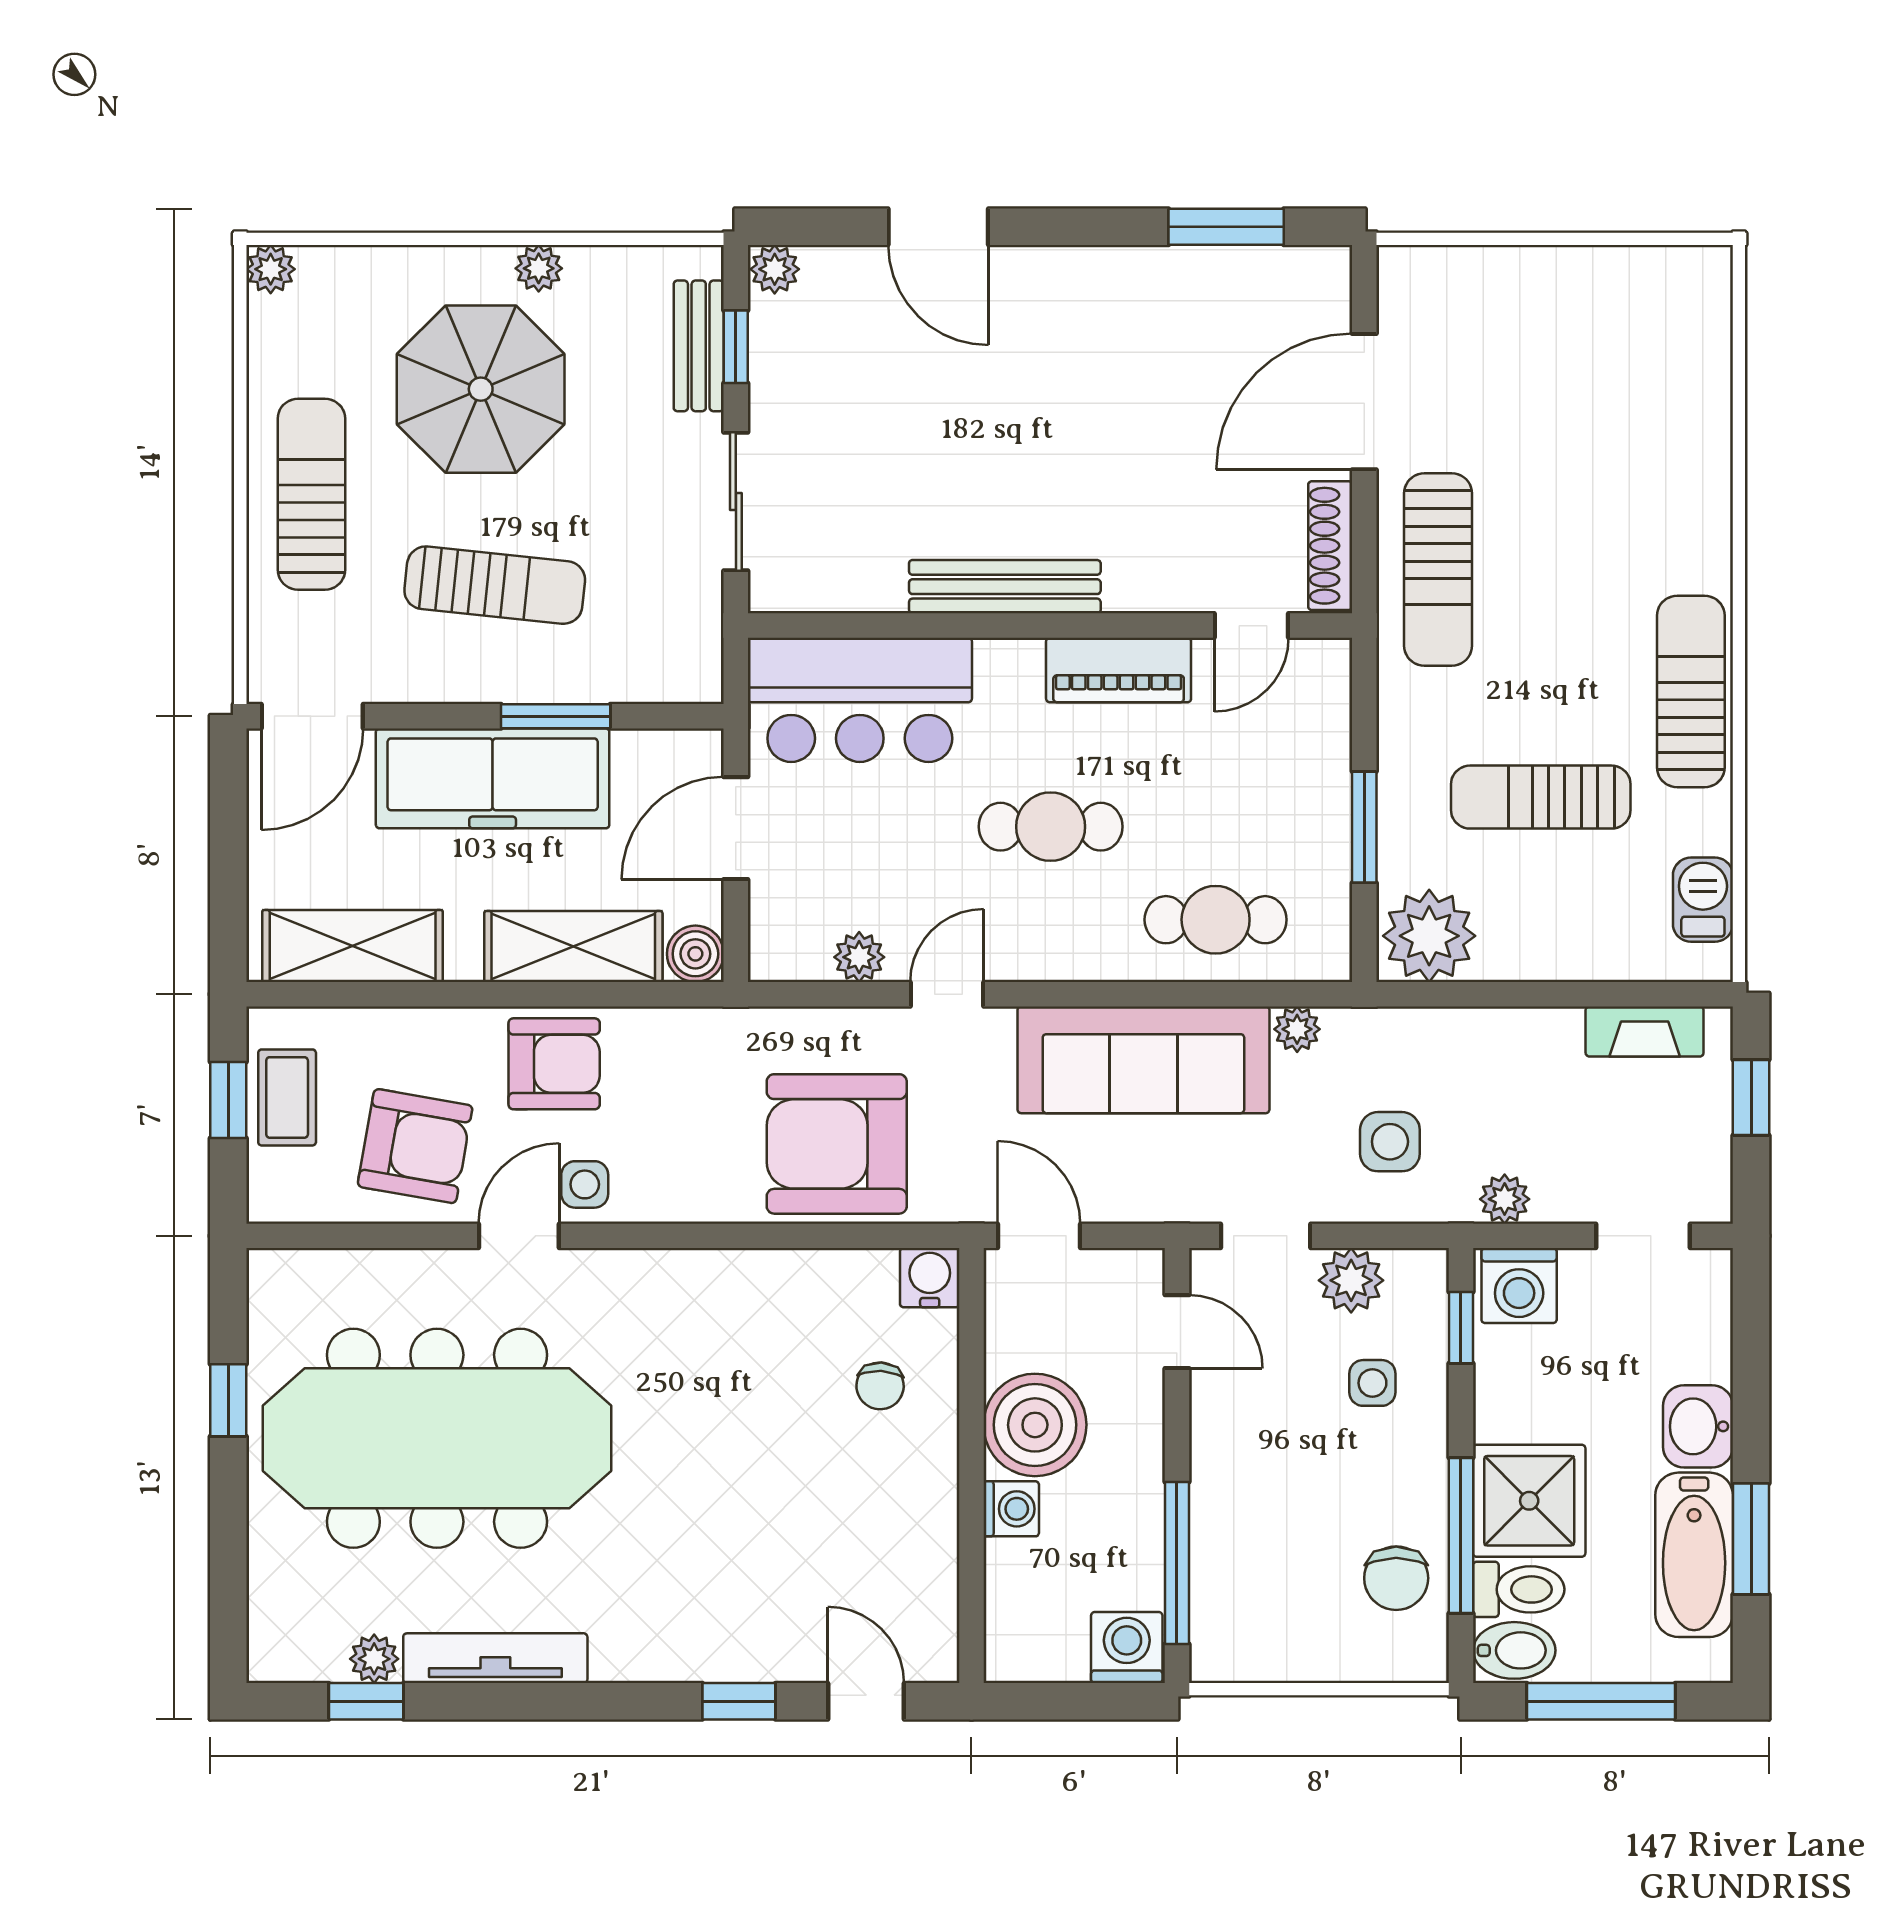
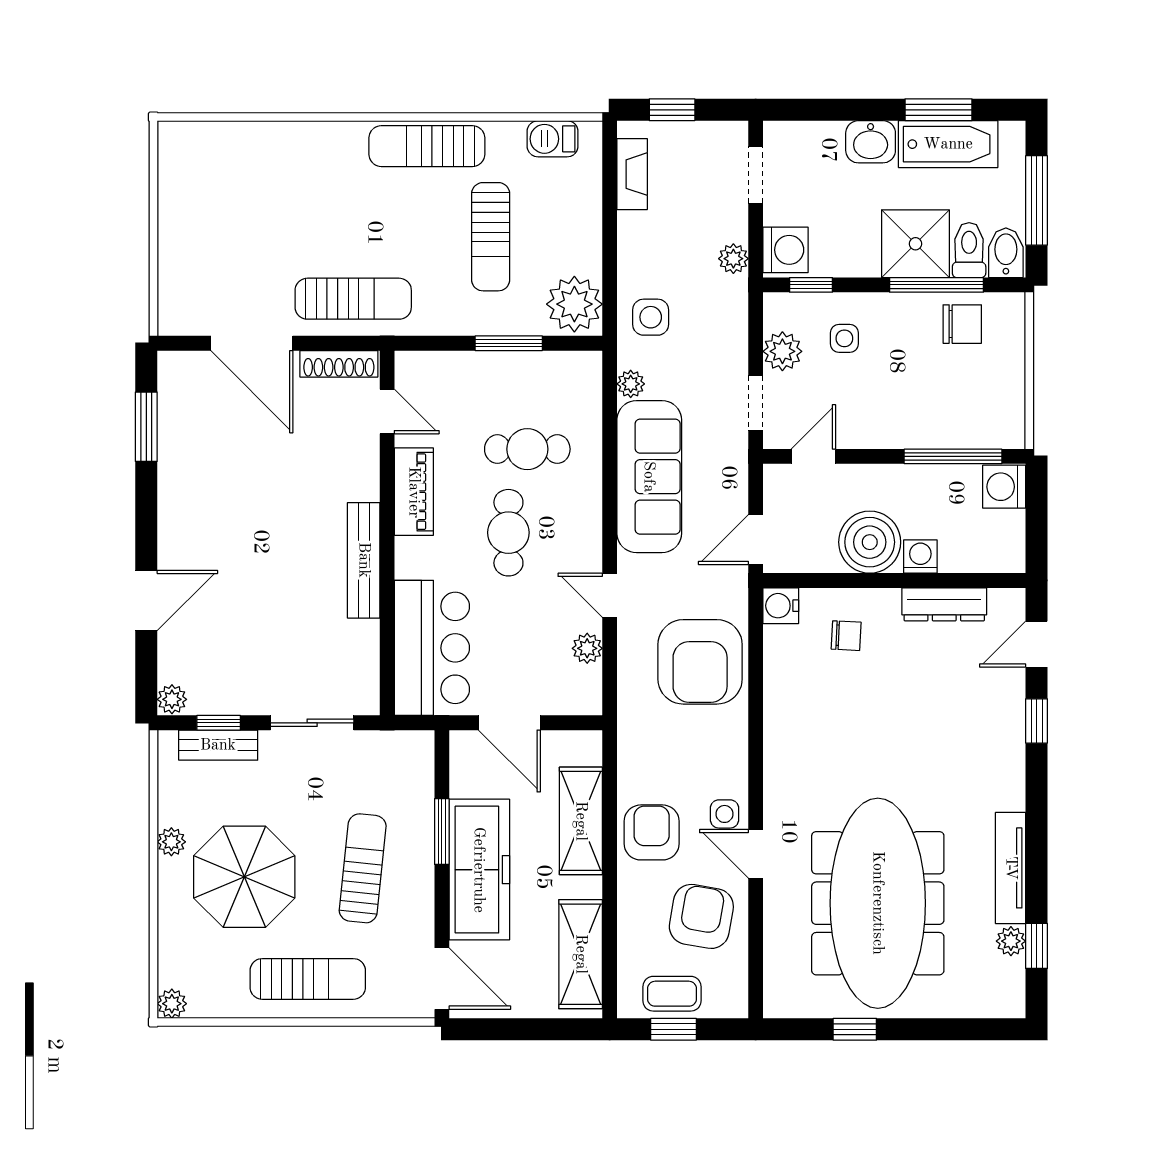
sun lounger: (311, 494) -> (308, 979), turned 180
cafe table: (1216, 920) -> (527, 449), moved, turned 90
boiler: (695, 954) -> (585, 747), removed
side table: (1390, 1142) -> (651, 317), moved
dresser: (932, 1548) -> (944, 604), added

